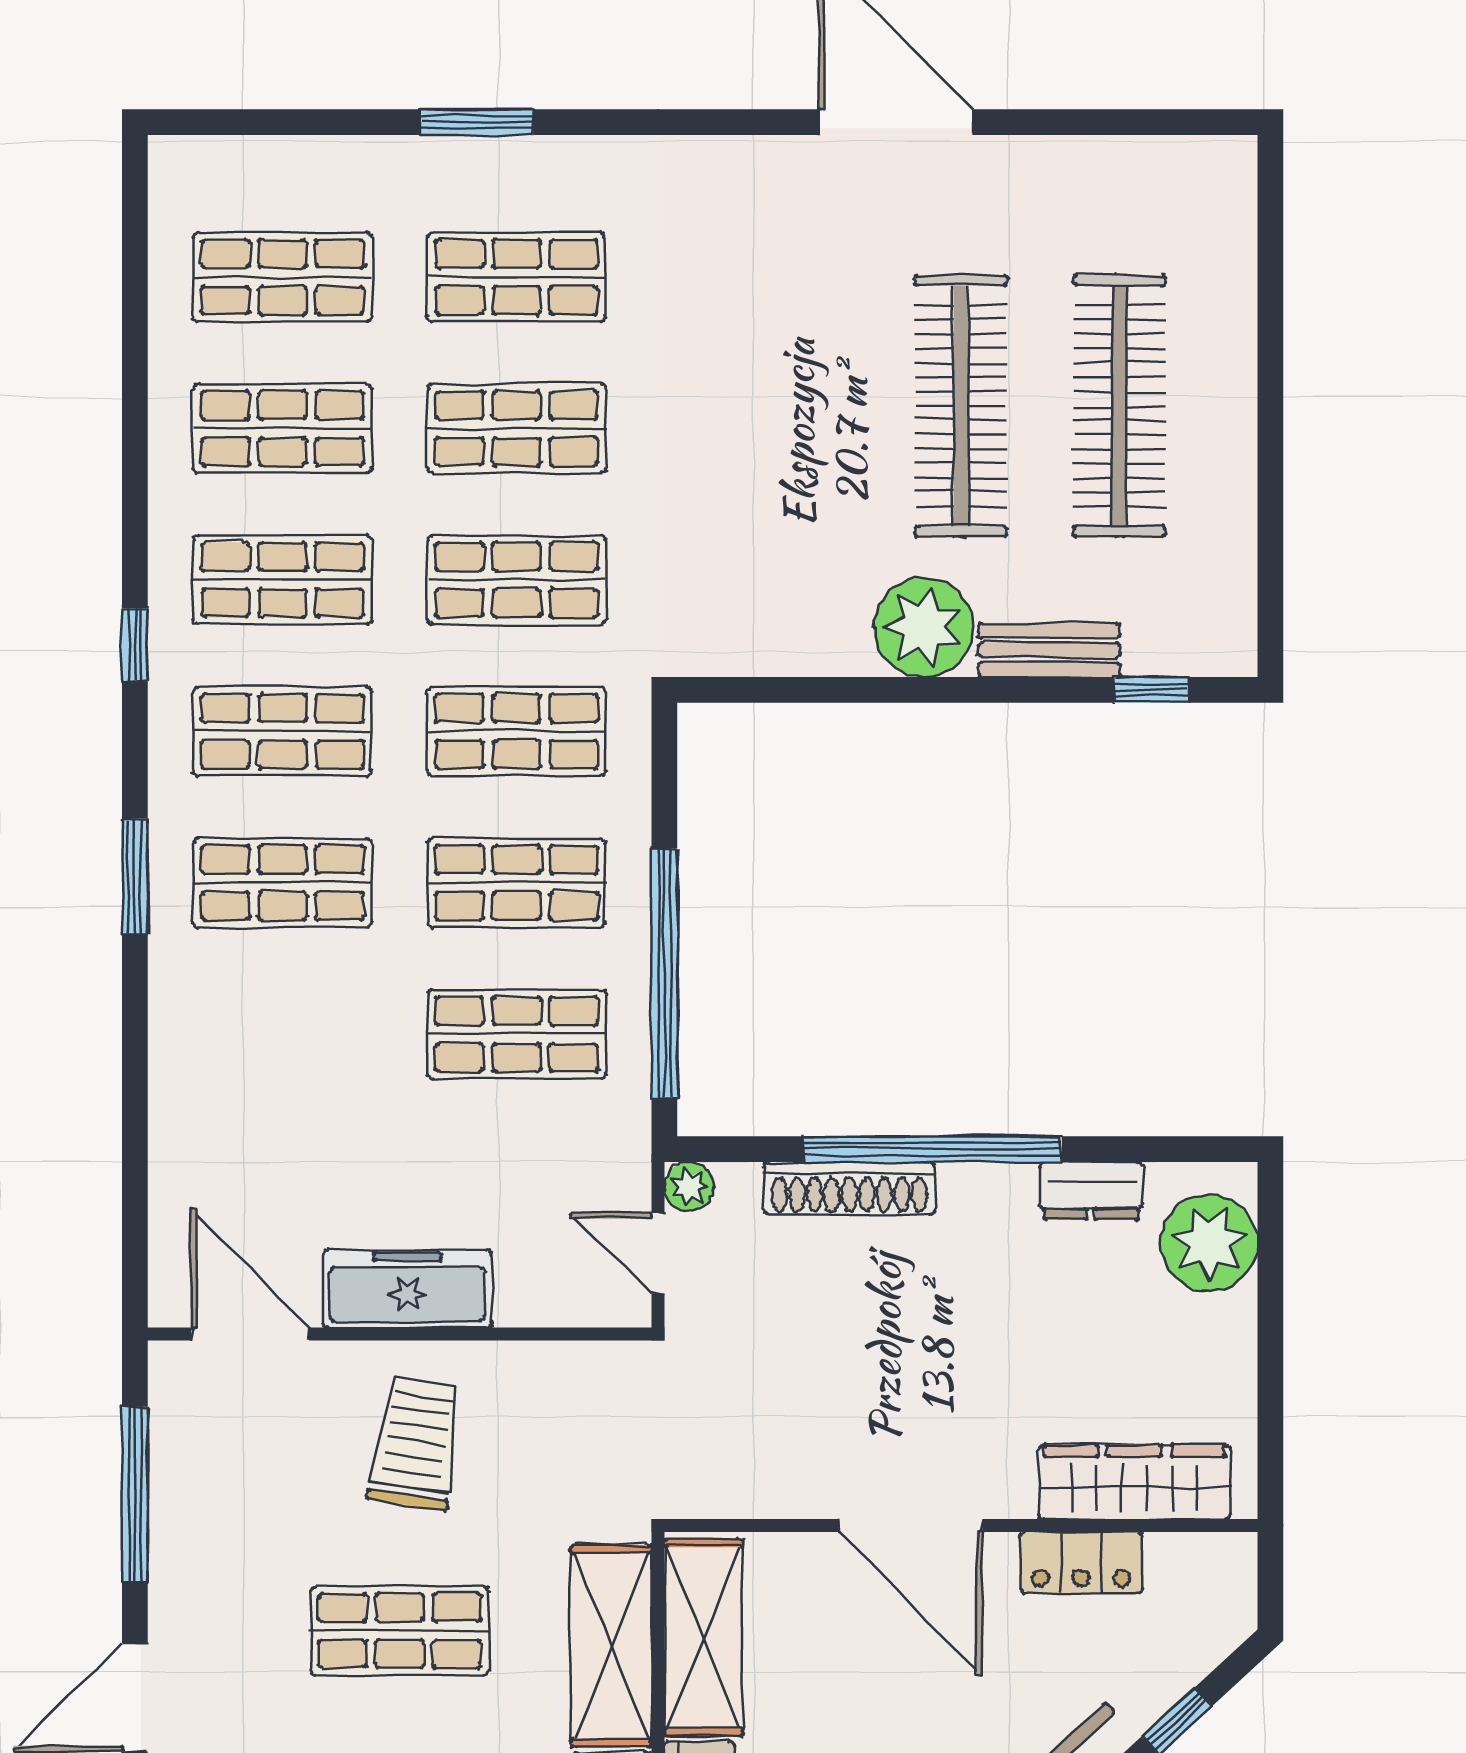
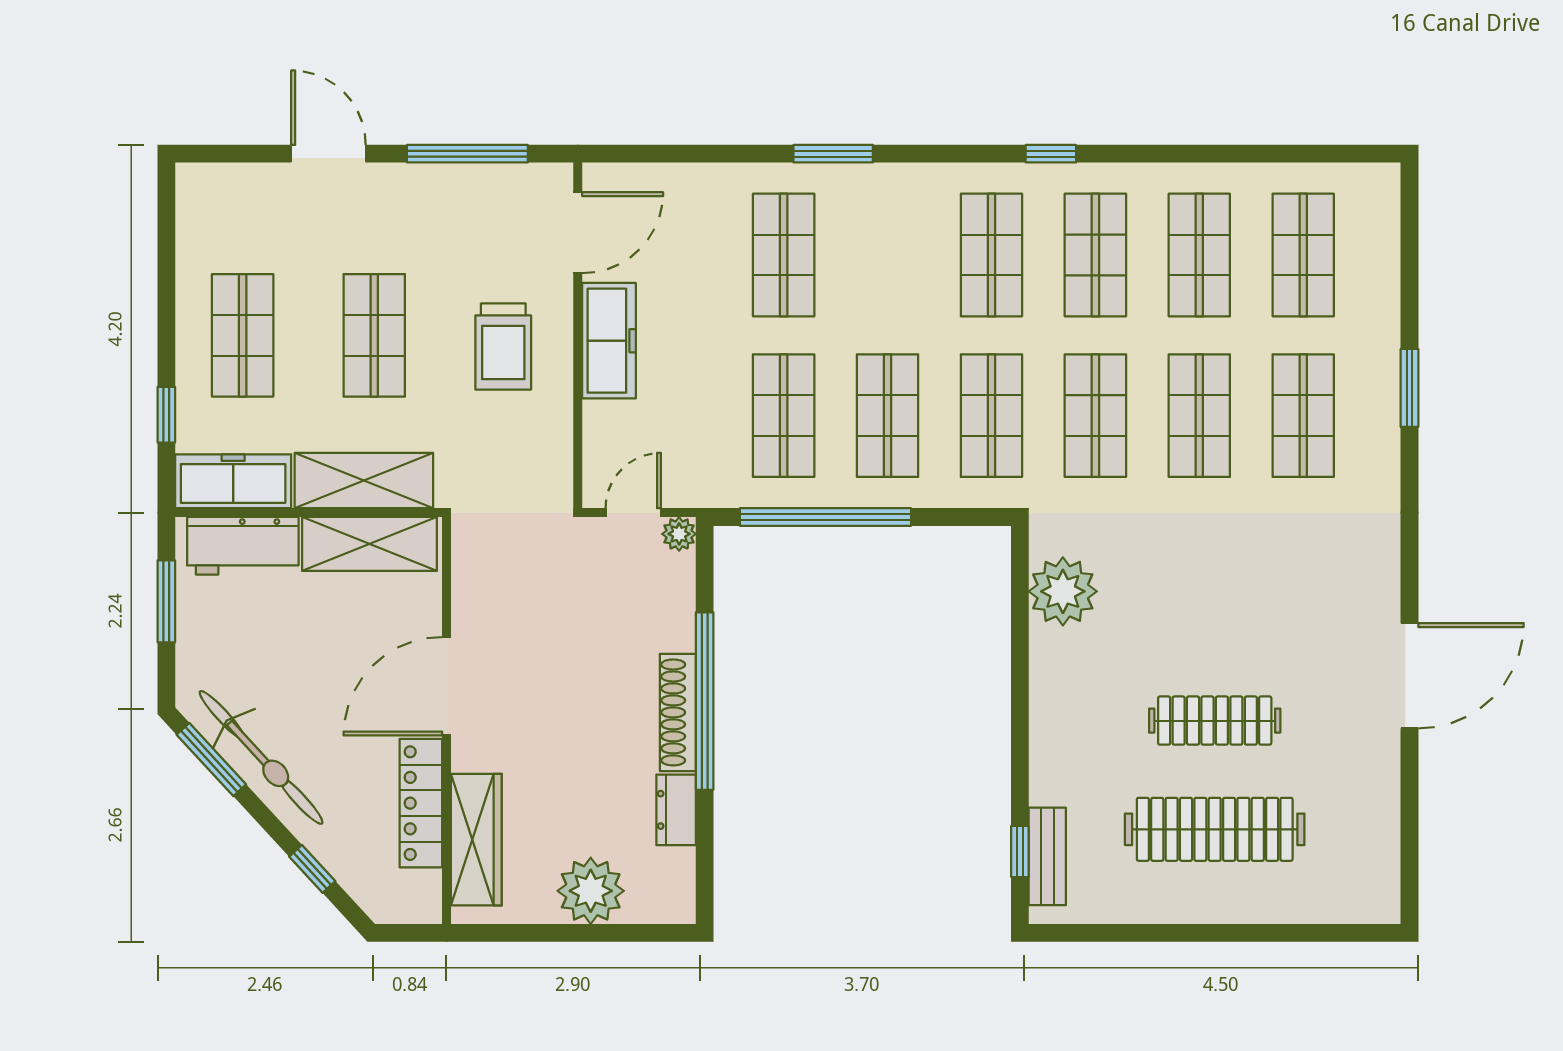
clothes rail: (961, 406) -> (1215, 721), width x0.73, depth x0.76
plant: (923, 627) -> (1063, 591), moved
bench: (1049, 650) -> (1047, 856), moved
window: (135, 876) -> (833, 154), moved
shop shelf: (283, 883) -> (784, 255), moved
shoe rack: (849, 1188) -> (678, 712), moved
plant: (1209, 1243) -> (591, 891), moved
trolley: (416, 1443) -> (503, 346), turned 81
locker: (1081, 1563) -> (421, 803), width x1.53

